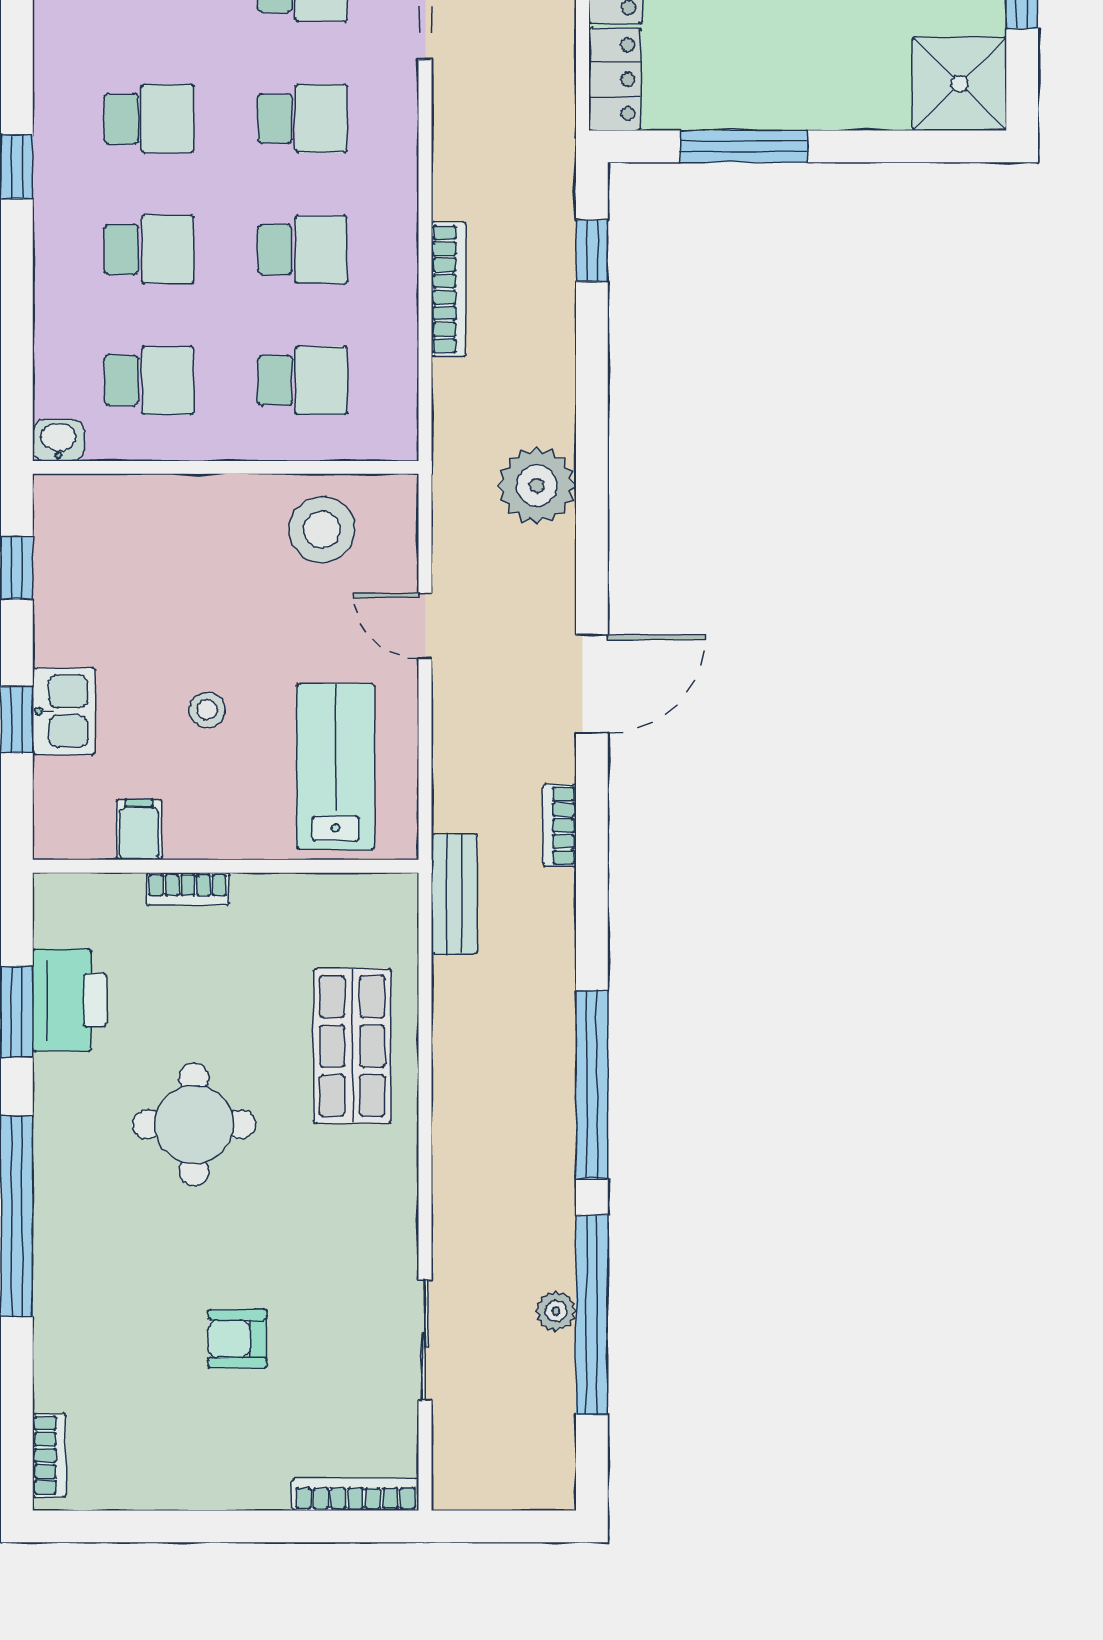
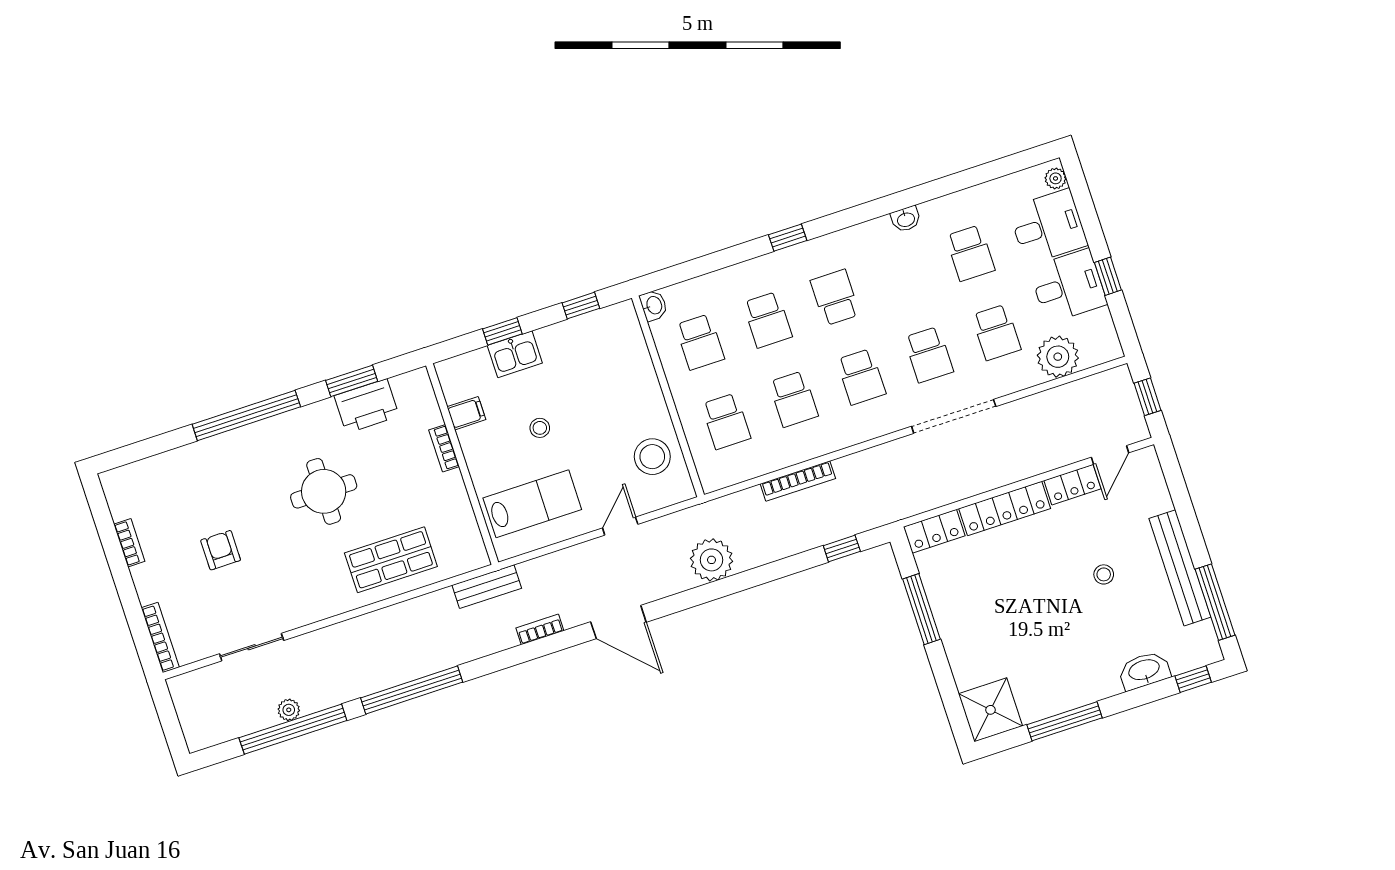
school desk: (149, 118) -> (835, 297), turned 180
bookcase: (49, 1455) -> (129, 543), moved, turned -90

